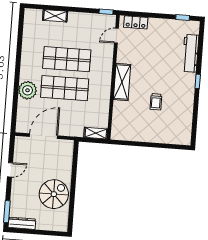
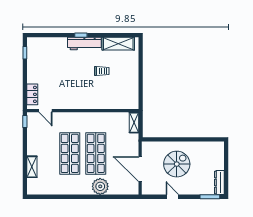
workbench: (190, 53) -> (84, 43), moved
shelving: (122, 82) -> (118, 44), moved
spiral stairs: (54, 194) -> (177, 164), moved, turned 90

